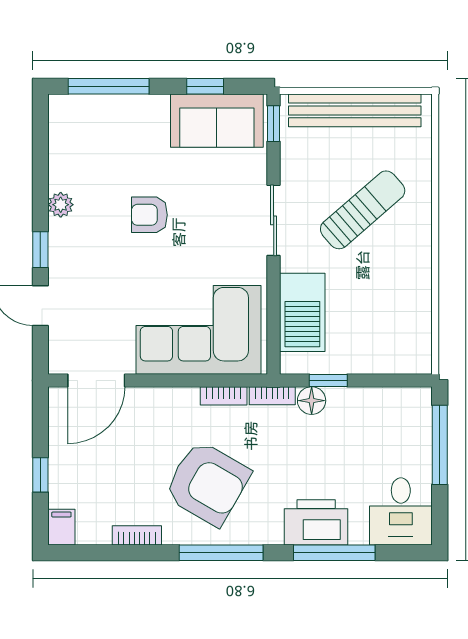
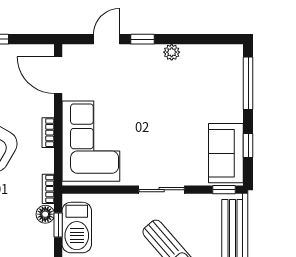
armchair: (149, 215) -> (165, 110), removed
barbecue: (302, 312) -> (77, 228), moved, turned -90
bookcase: (224, 396) -> (48, 133), moved

